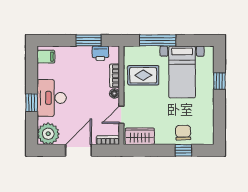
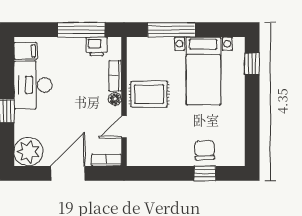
window: (89, 40) -> (81, 30), width x1.44
rug: (143, 75) -> (149, 94), moved
window: (219, 81) -> (252, 64), moved
desk: (52, 98) -> (33, 85), moved
wardrobe: (140, 136) -> (148, 155), removed

